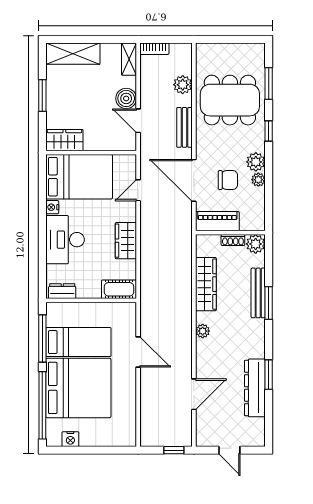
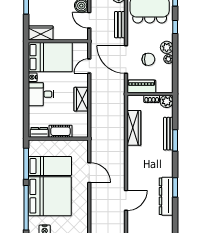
desk: (65, 240) -> (41, 94), width x0.73
cot: (119, 289) -> (60, 131), moved
plant: (203, 331) -> (132, 159), removed

